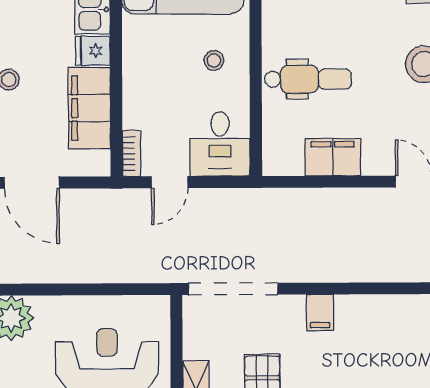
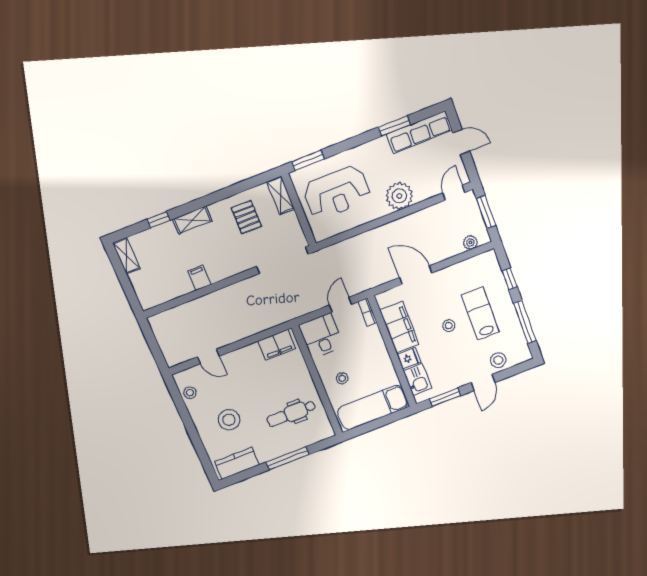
dental chair: (308, 79) -> (291, 414), moved
filing cabinet: (333, 157) -> (277, 345), moved
filing cabinet: (320, 312) -> (200, 278), moved

